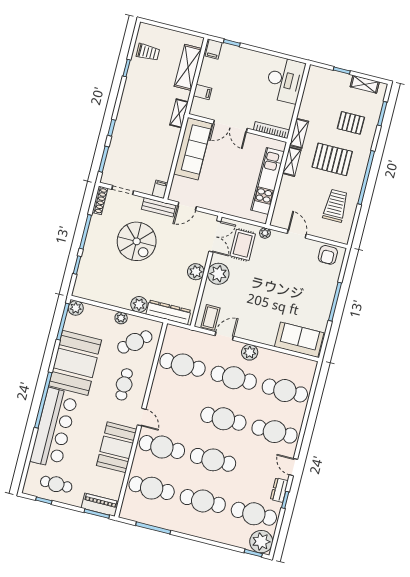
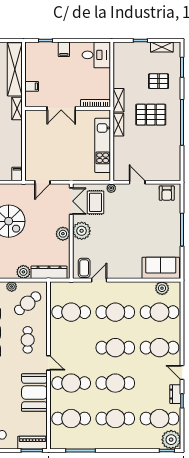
filing cabinet: (214, 49) -> (64, 49), moved
shelving: (188, 67) -> (15, 69), width x1.47
desk: (285, 80) -> (96, 55), width x0.73
sofa: (193, 149) -> (35, 134), removed
trolley: (336, 206) -> (163, 152), removed
bench: (159, 207) -> (20, 189), removed
plant: (250, 352) -> (162, 288), moved

